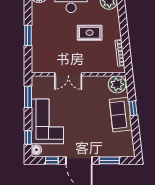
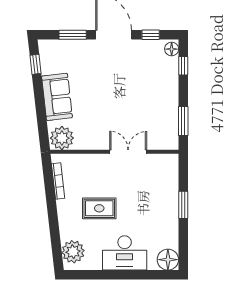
window: (133, 108) -> (36, 64), moved
corner sofa: (47, 121) -> (157, 88), removed

